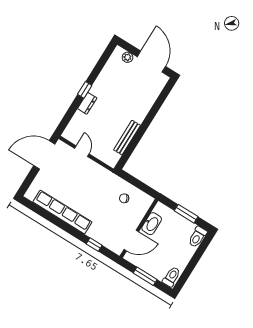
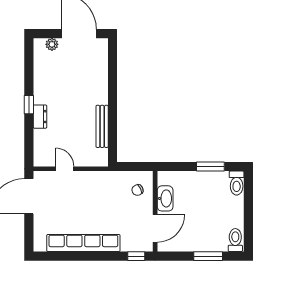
washbasin: (152, 224) -> (165, 198), moved
wall: (139, 228) -> (155, 211), moved
door: (131, 240) -> (155, 228), moved

